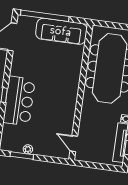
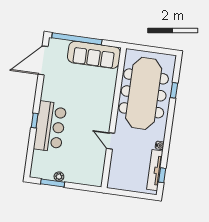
door: (74, 144) -> (111, 141), moved

